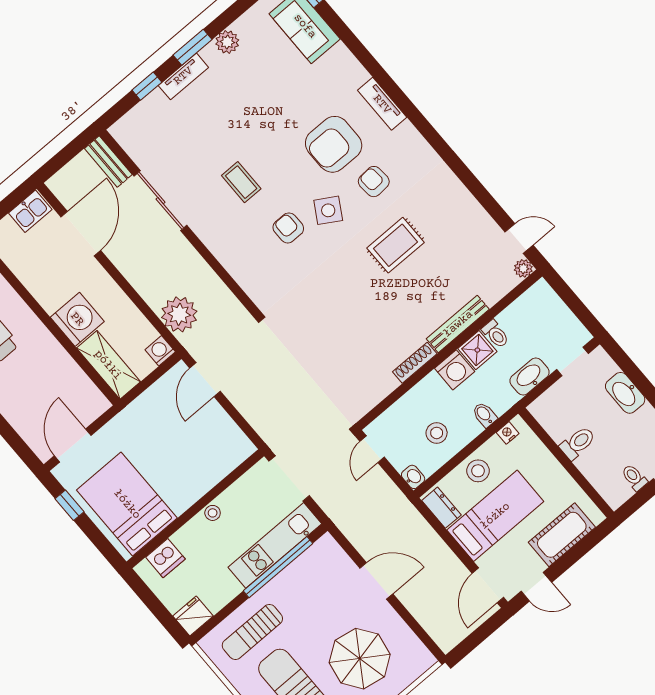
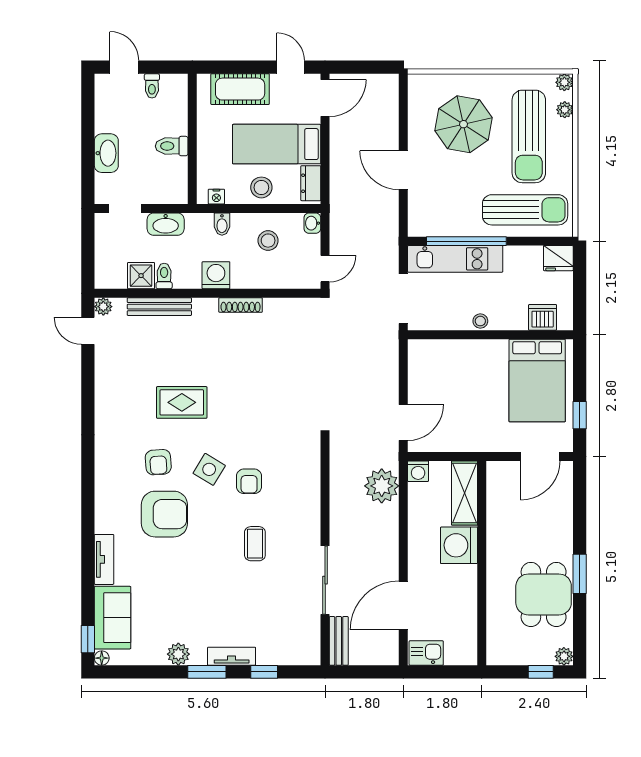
tv unit: (382, 104) -> (104, 559), moved
bench: (458, 324) -> (159, 307), moved
shower: (477, 350) -> (141, 276), moved
sun lounger: (252, 632) -> (525, 210), width x1.36, depth x1.34

